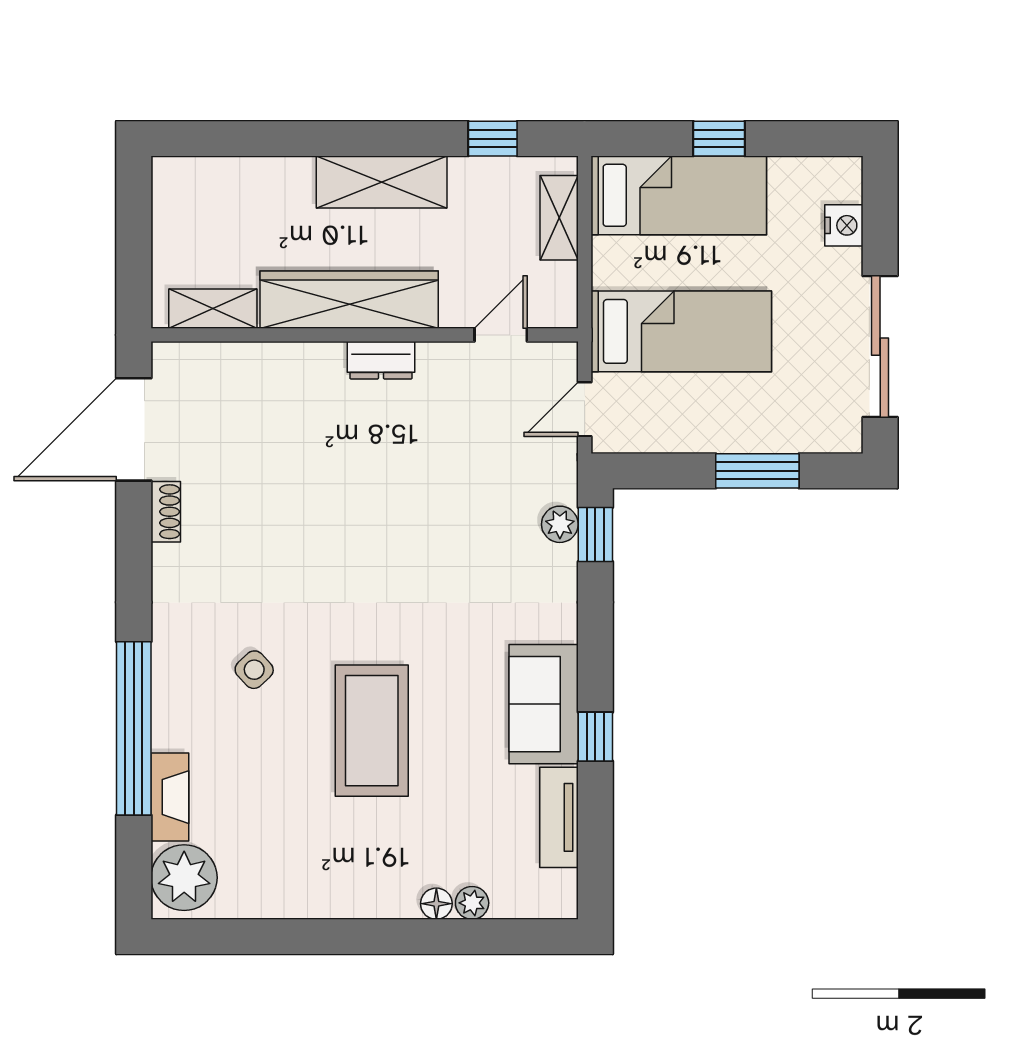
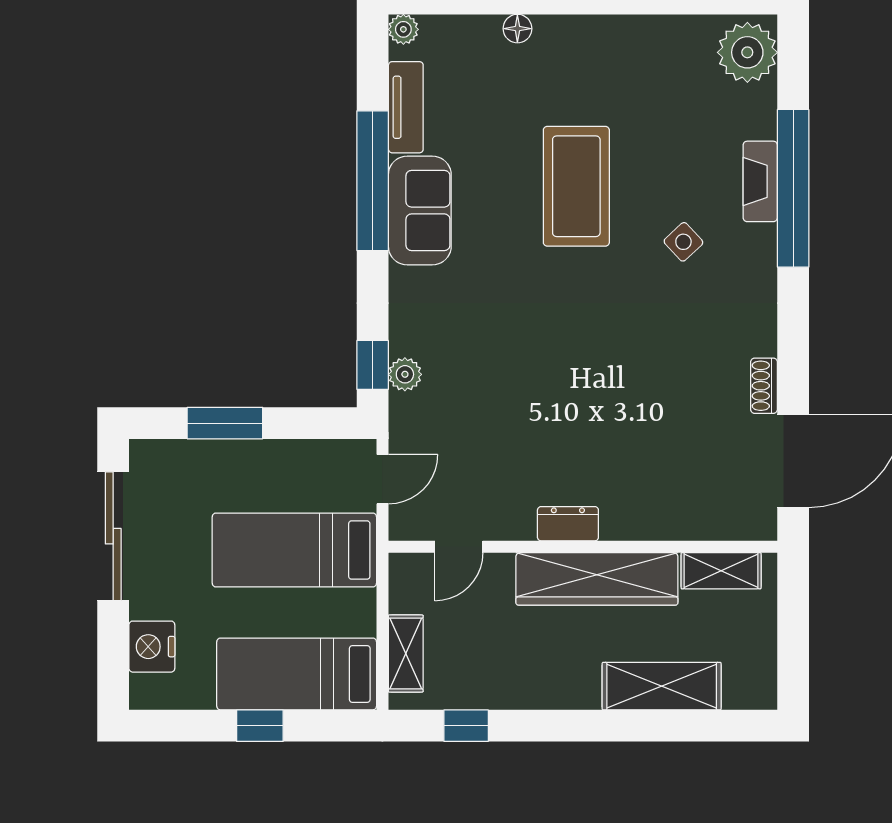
shelving: (382, 182) -> (662, 686), moved
nightstand: (844, 225) -> (152, 647), width x1.36, depth x1.33
window: (595, 737) -> (373, 181), width x3.17
fireplace: (170, 797) -> (760, 181), moved
plant: (472, 903) -> (403, 29), moved

